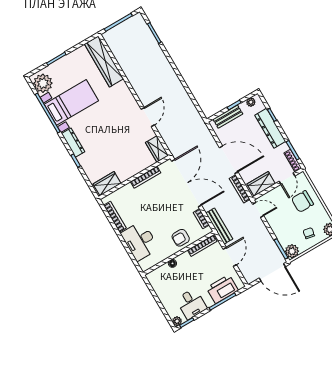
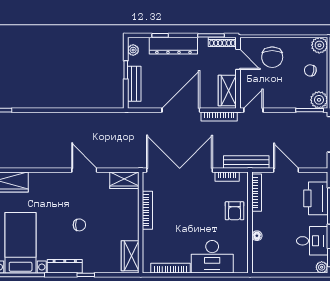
chair: (108, 136) -> (79, 225), added

